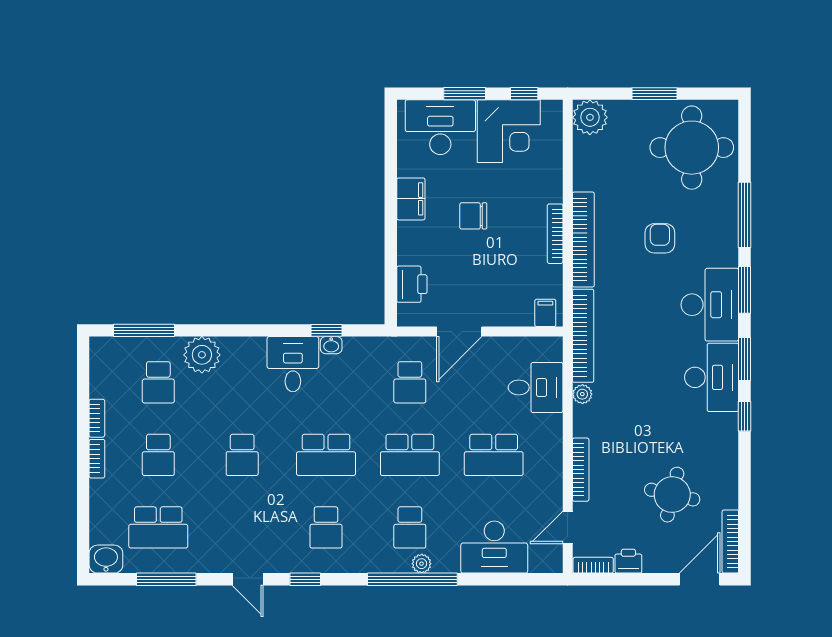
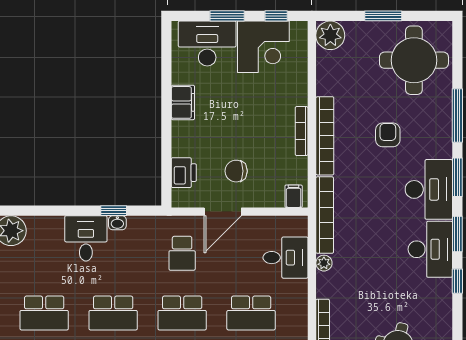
chair: (473, 216) -> (236, 171), moved
school desk: (242, 455) -> (44, 313), width x1.85

